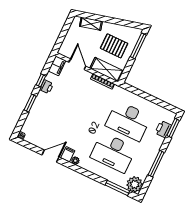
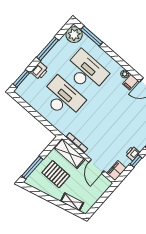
printer: (163, 129) -> (40, 71), moved

